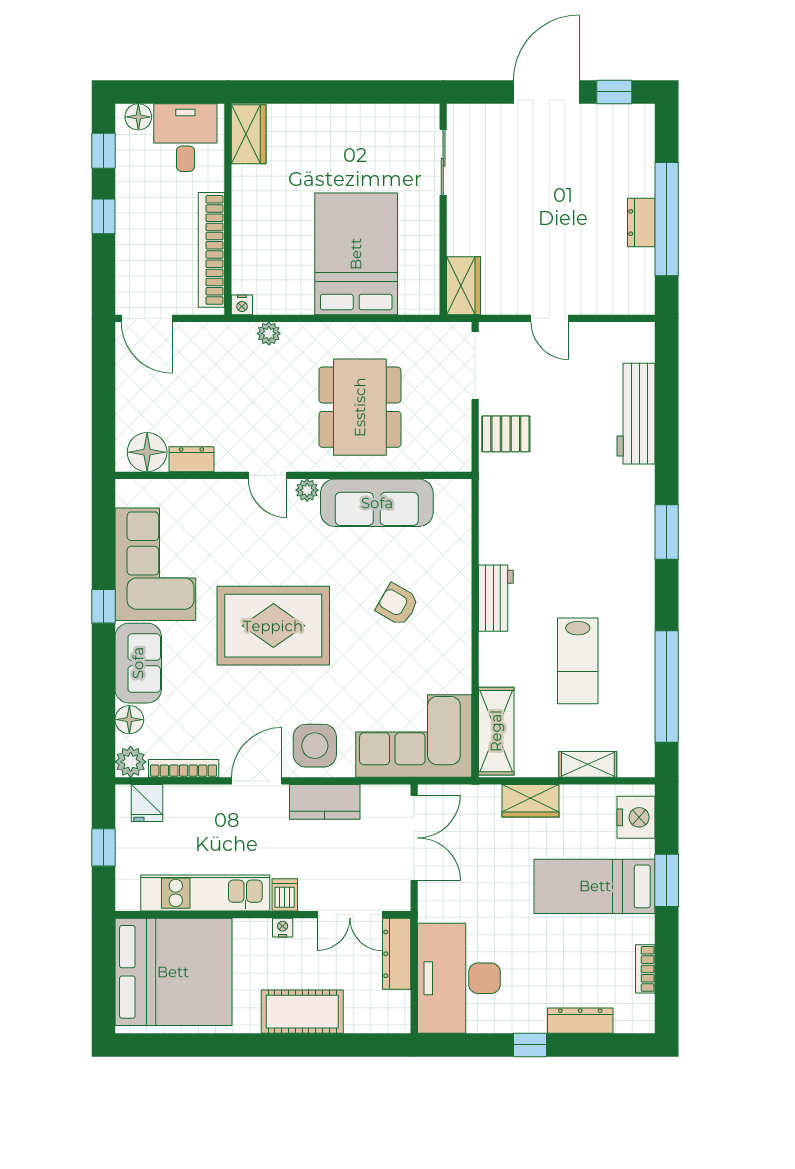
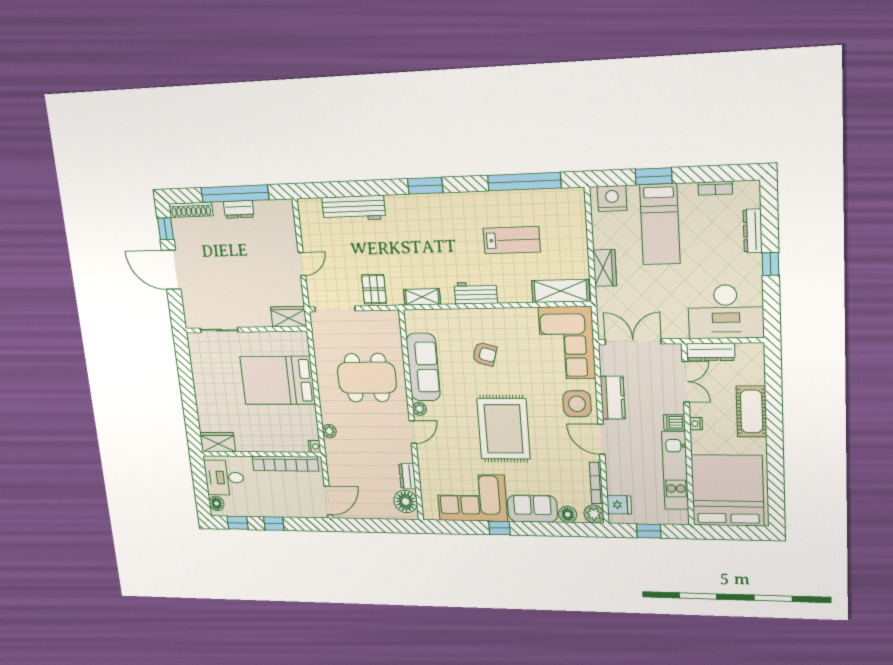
shoe rack: (644, 141) -> (191, 210), added
armchair: (397, 604) -> (485, 354), turned -104
shelving: (588, 764) -> (422, 297), moved, turned 90

